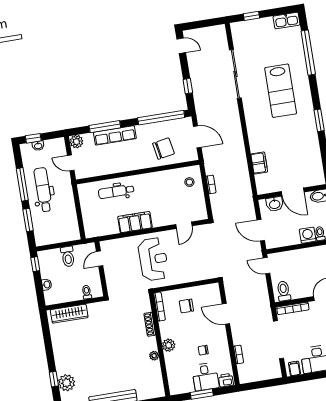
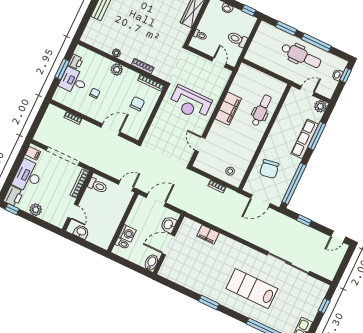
printer: (226, 380) -> (76, 62), moved

